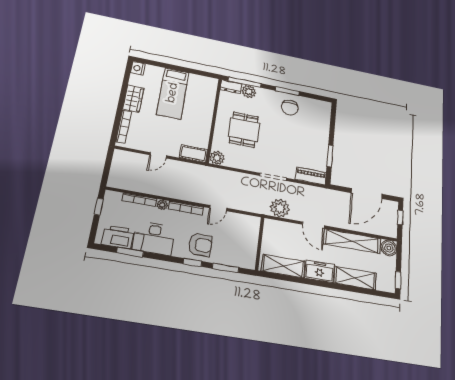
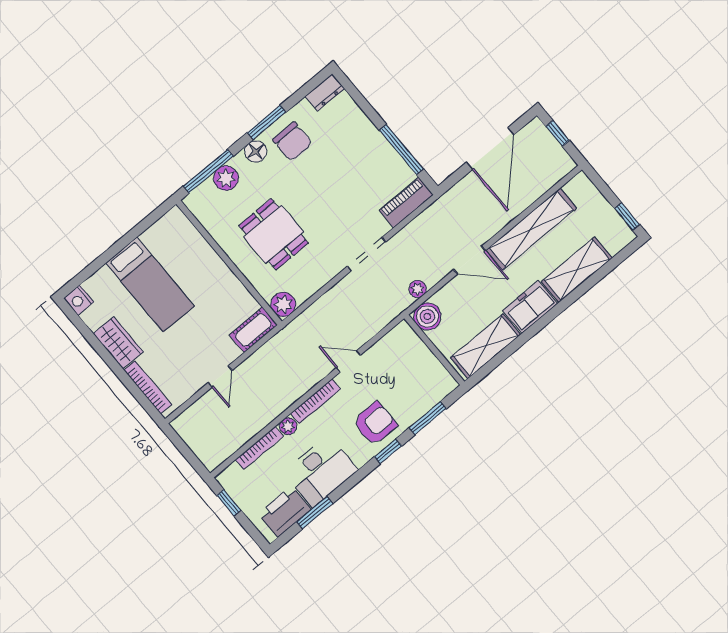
dresser: (231, 87) -> (325, 92), moved
floor lamp: (271, 96) -> (256, 151), added
window: (330, 156) -> (401, 150), width x1.44
door: (218, 208) -> (348, 361), swing flipped
plant: (280, 208) -> (418, 289), width x0.53, depth x0.53
boiler: (389, 248) -> (427, 316), moved

